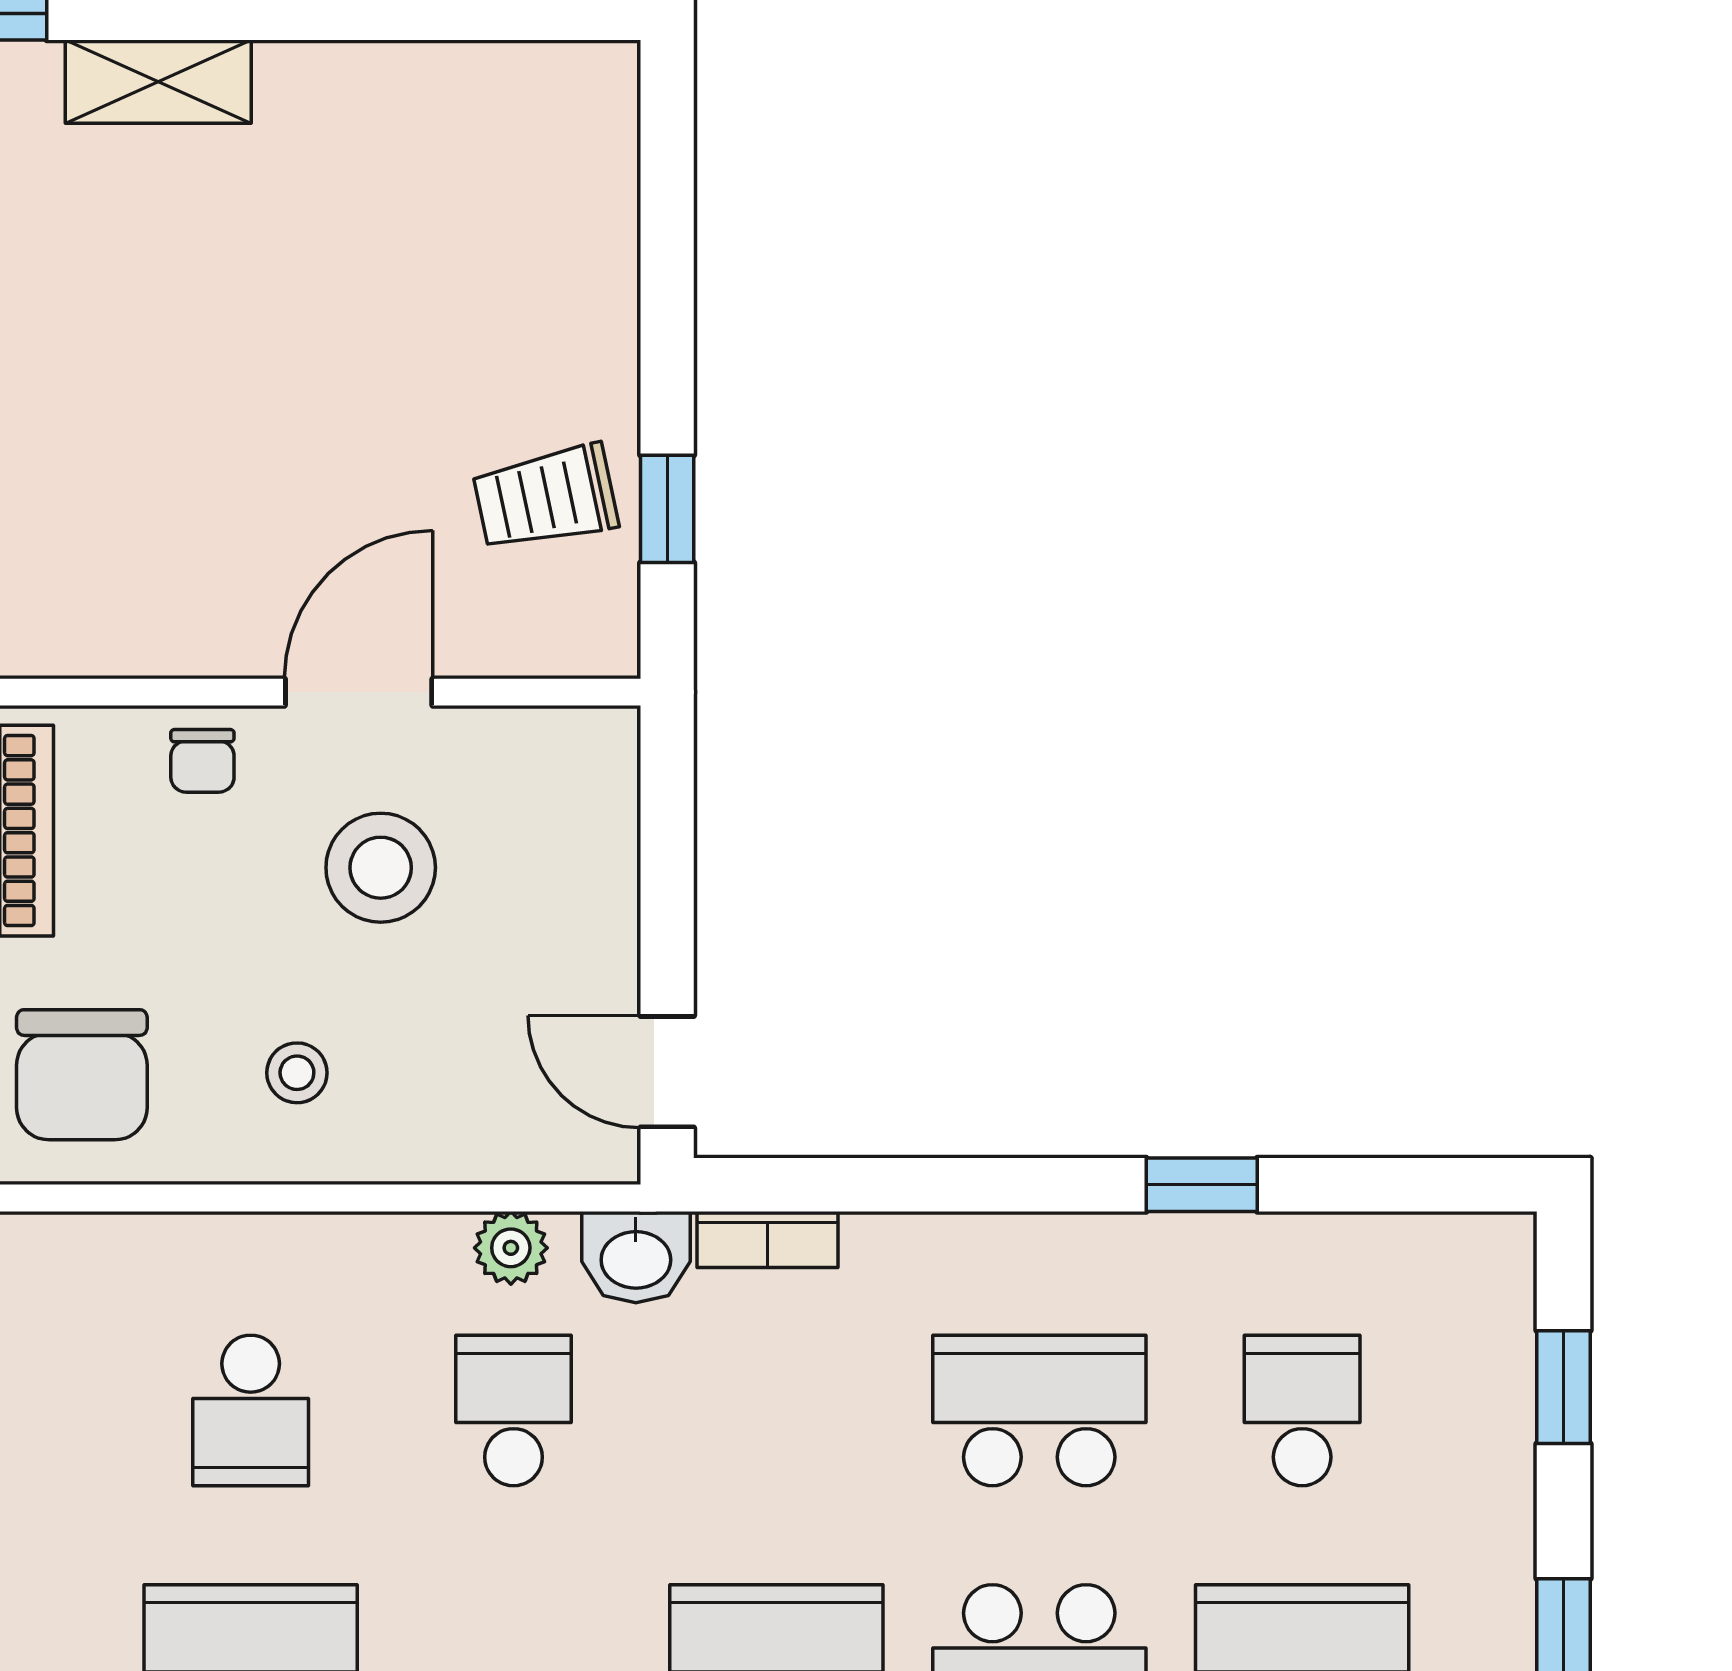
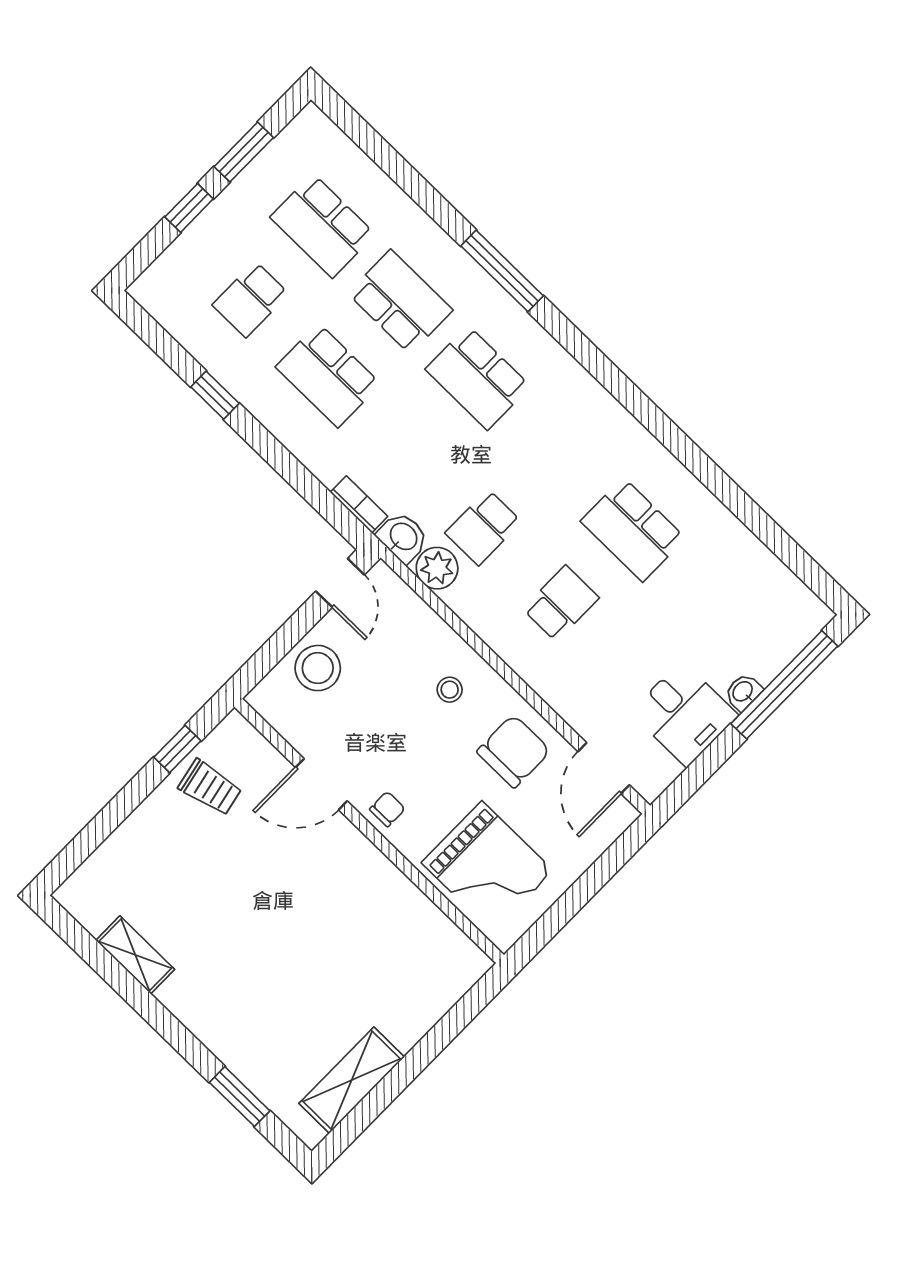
shelving: (158, 82) -> (135, 955), moved
stool: (381, 868) -> (318, 668), moved
plant: (511, 1248) -> (437, 568), width x1.38, depth x1.38
window: (1563, 1387) -> (189, 208), moved

